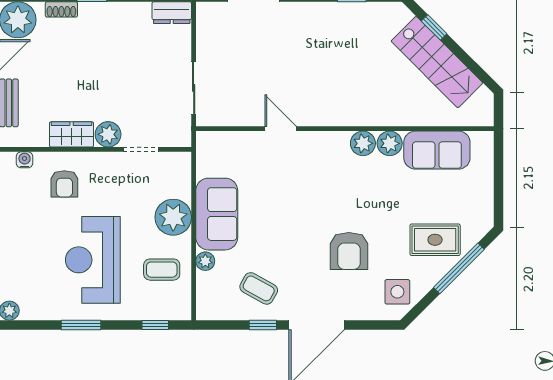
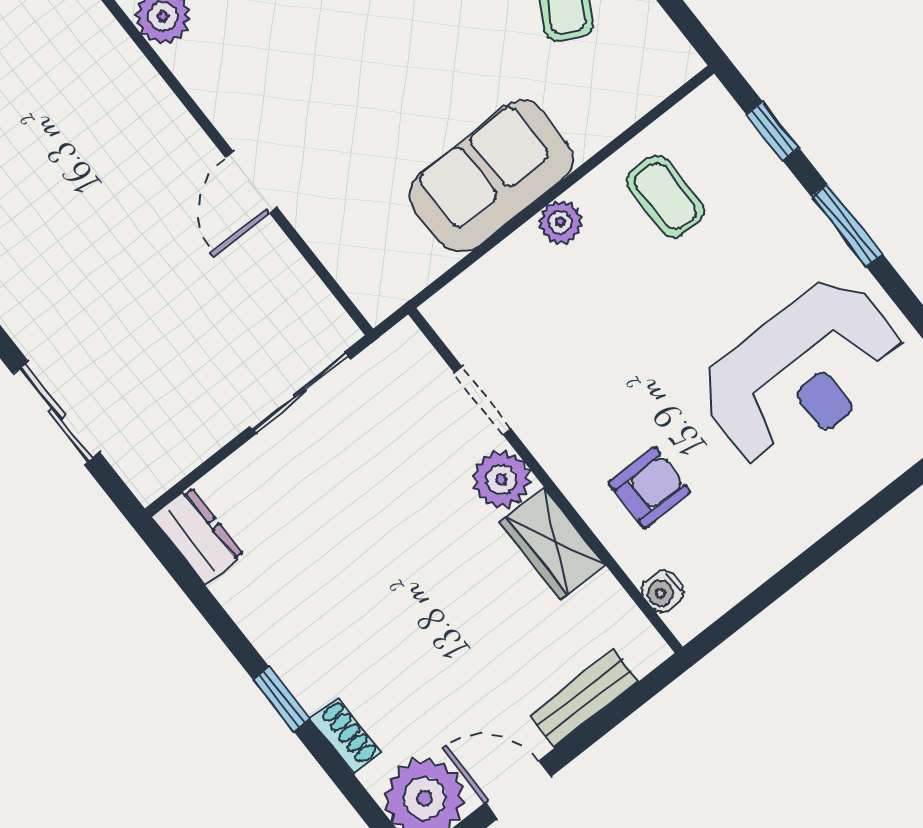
plant: (173, 217) -> (560, 222), width x0.53, depth x0.53
reception desk: (93, 260) -> (803, 373), moved
plant: (205, 261) -> (590, 131), removed
window: (81, 325) -> (847, 225), moved

